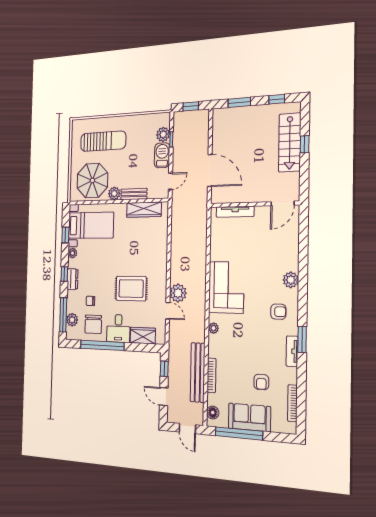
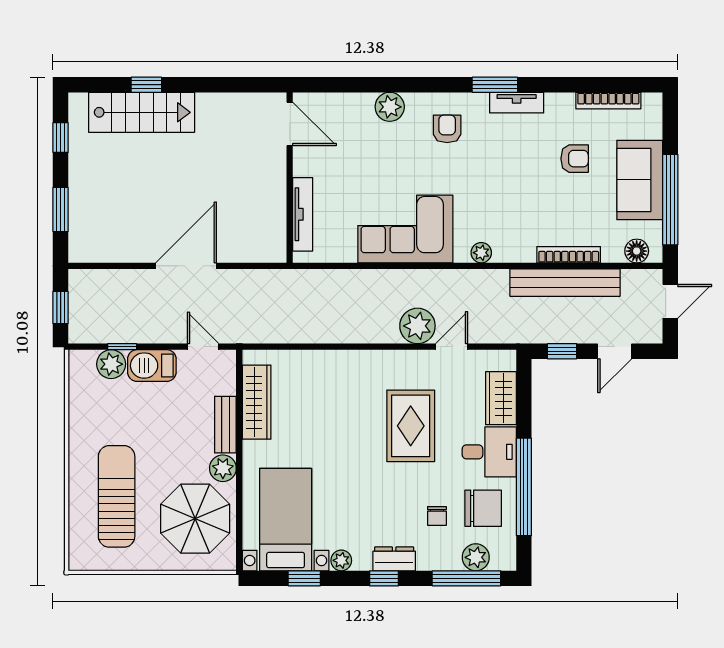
door: (283, 203) -> (290, 124), moved
wall: (254, 204) -> (290, 178), moved
tv unit: (235, 212) -> (303, 214), moved

